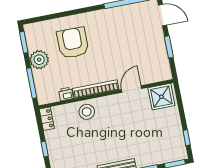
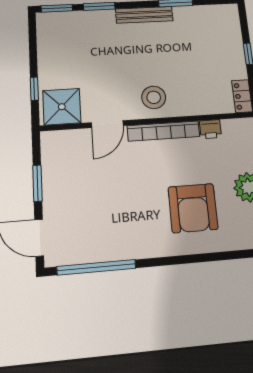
stool: (87, 112) -> (154, 97), moved
window: (187, 138) -> (34, 89), moved

